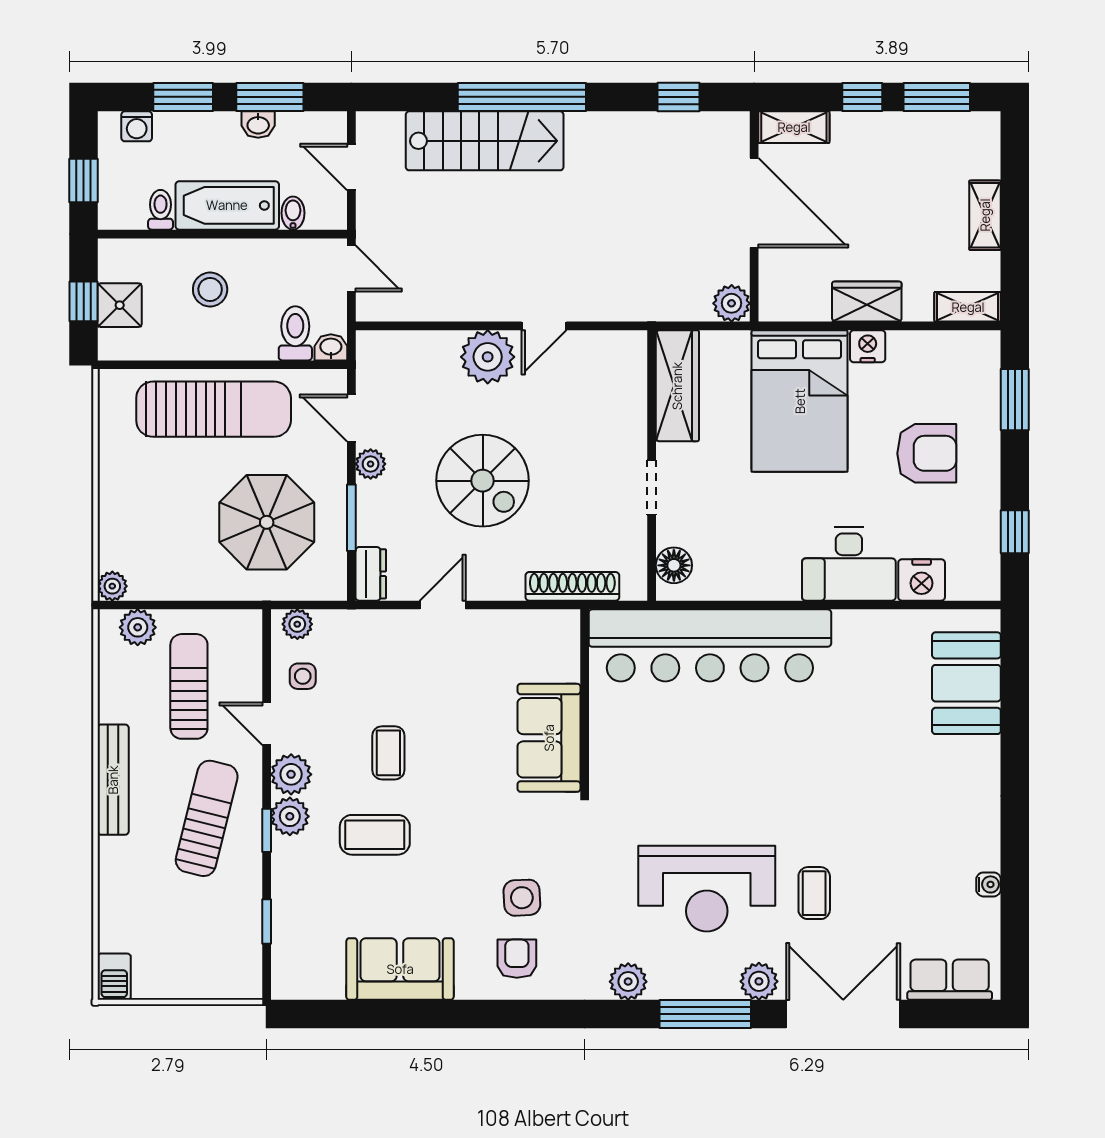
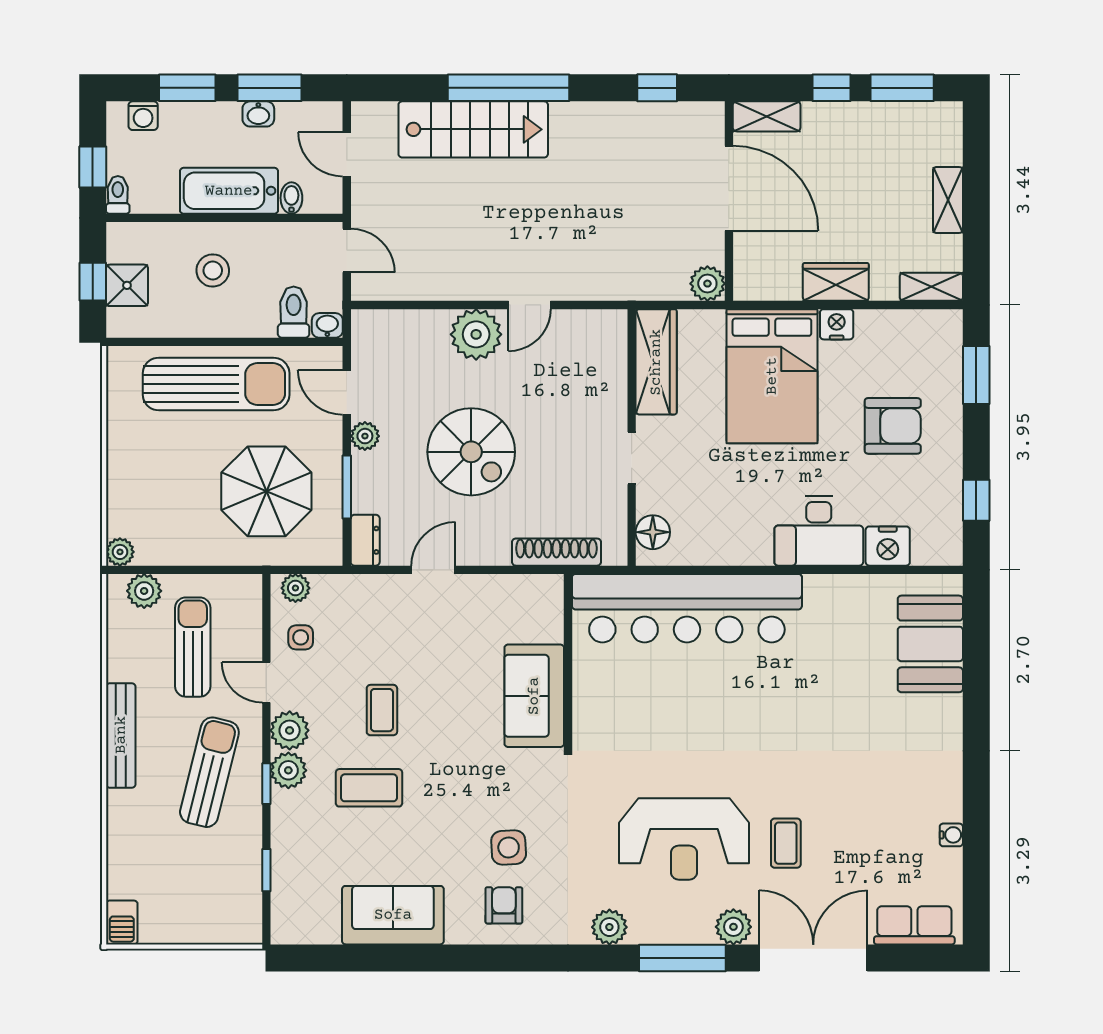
toilet: (161, 210) -> (118, 195), moved

